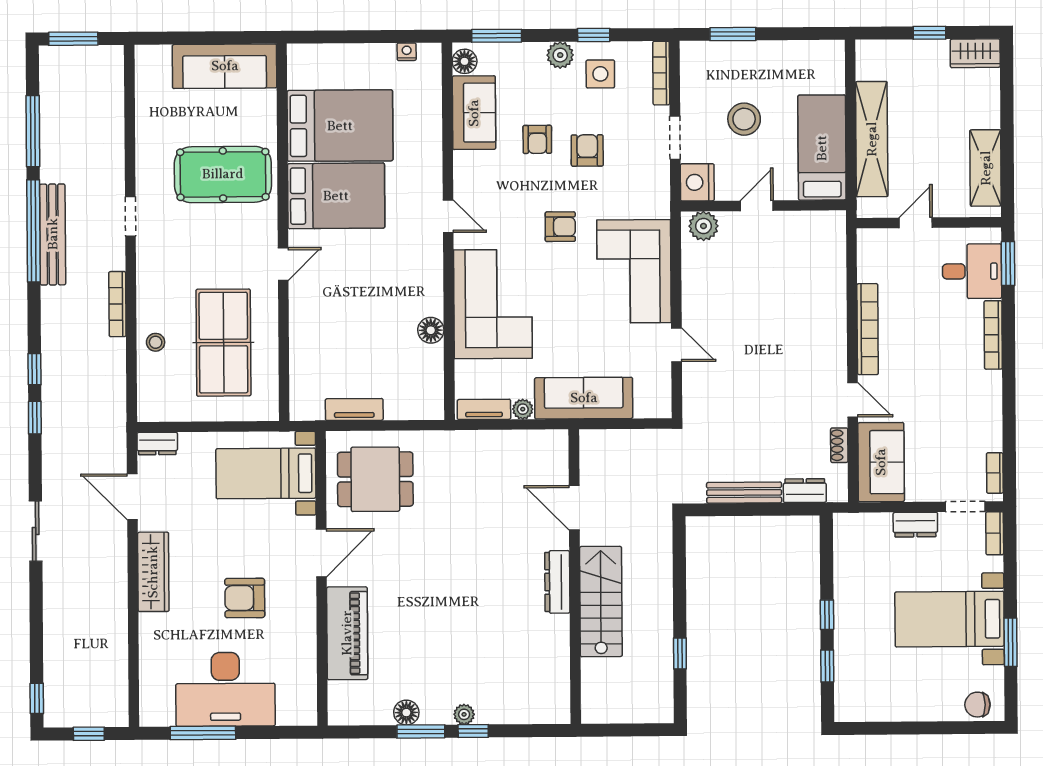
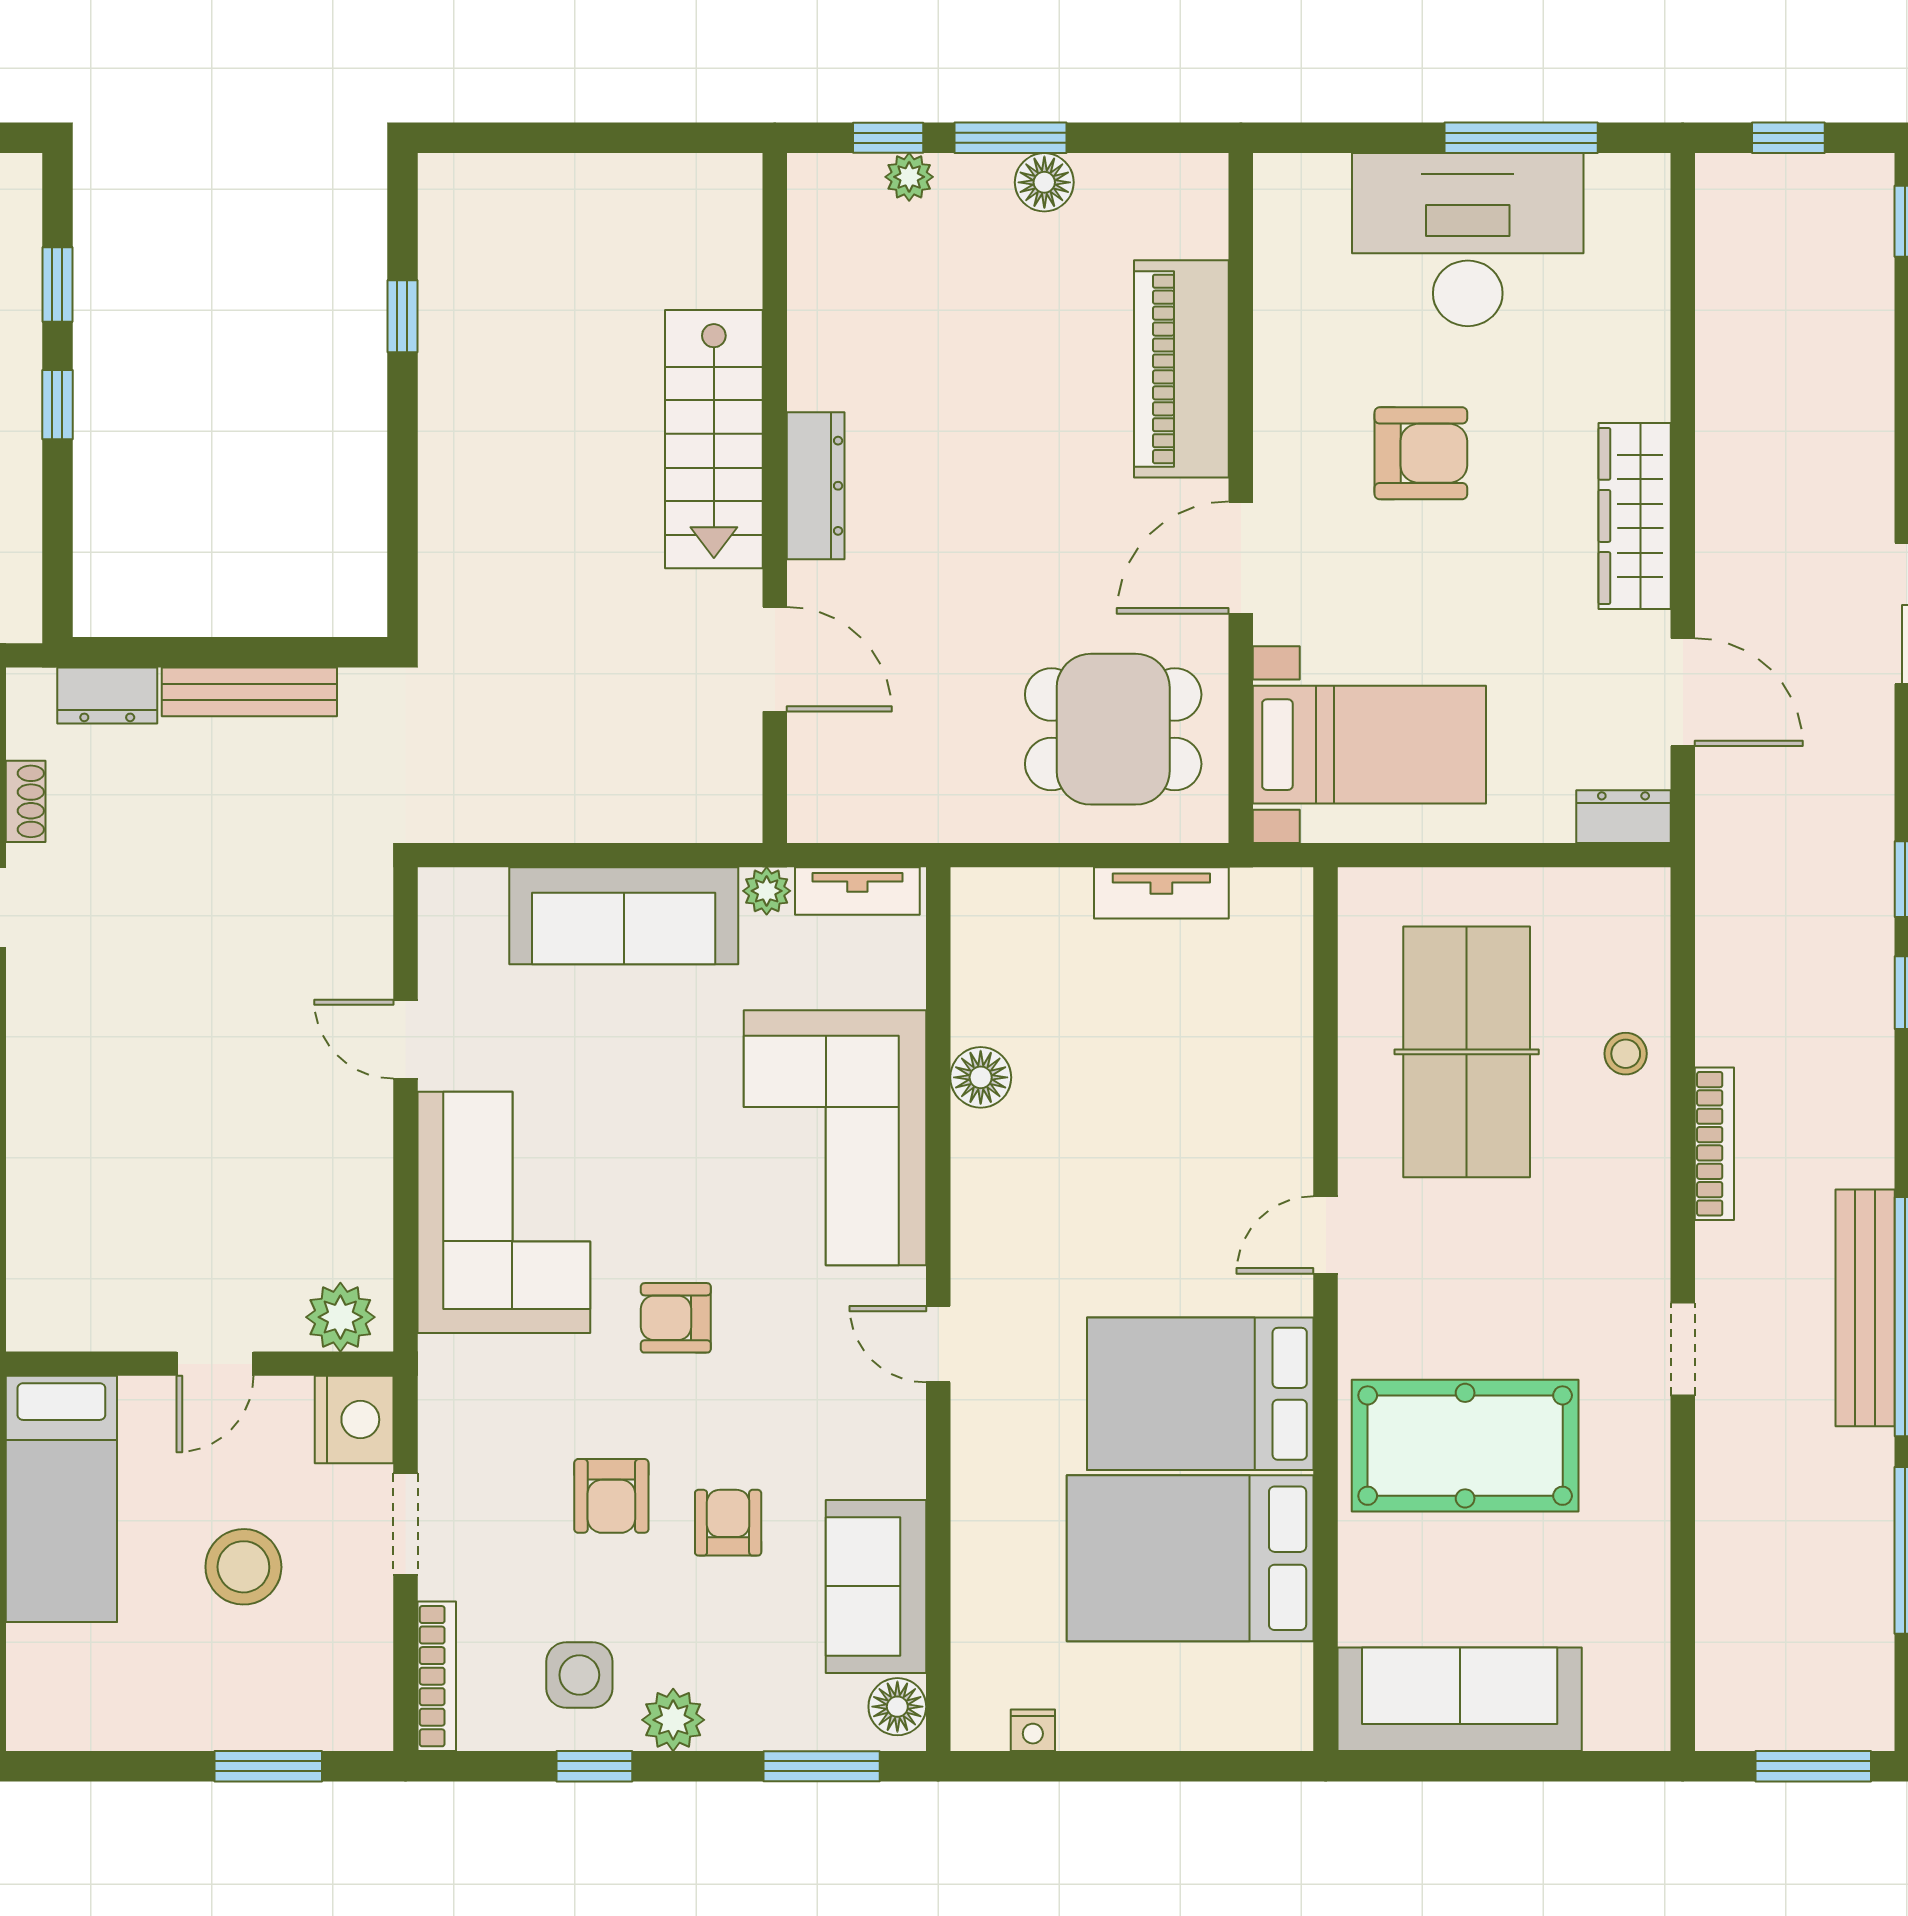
door: (574, 508) -> (775, 659), moved
wall: (575, 577) -> (775, 498), moved
dresser: (557, 582) -> (816, 486), moved
stairs: (601, 602) -> (714, 439), moved

